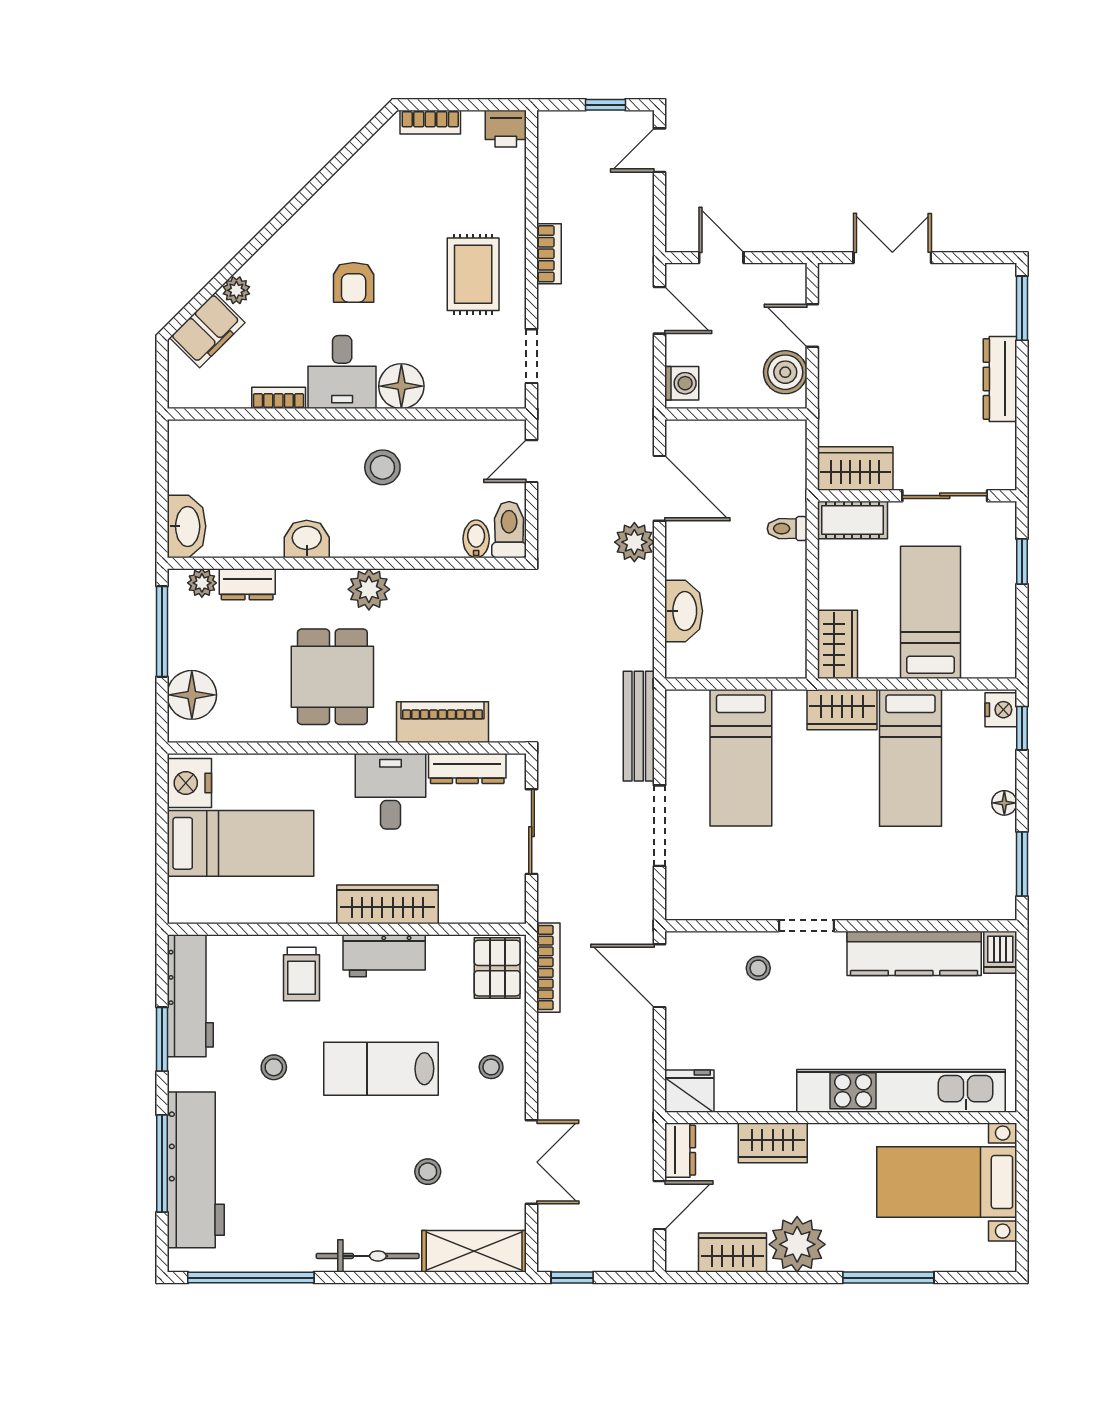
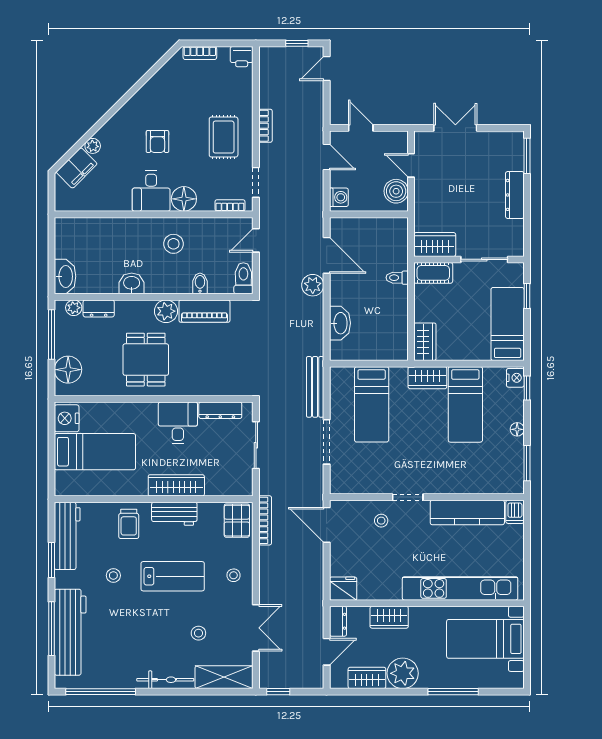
bookcase: (279, 398) -> (230, 205), moved
bidet: (476, 539) -> (200, 283), moved
bed: (930, 612) -> (508, 324), moved
piano: (443, 722) -> (204, 311), moved, turned 180
lab bench: (381, 1069) -> (173, 576), turned 180

